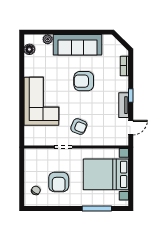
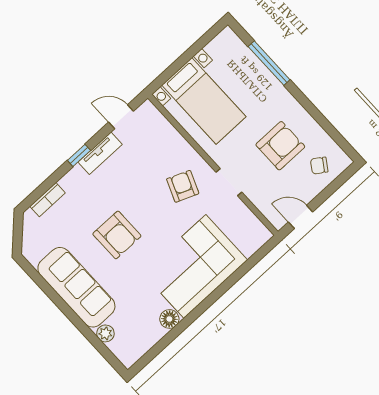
floor lamp: (29, 49) -> (169, 319), moved
door: (22, 163) -> (301, 217), added
bed with nightstands: (106, 174) -> (204, 101), width x0.73

